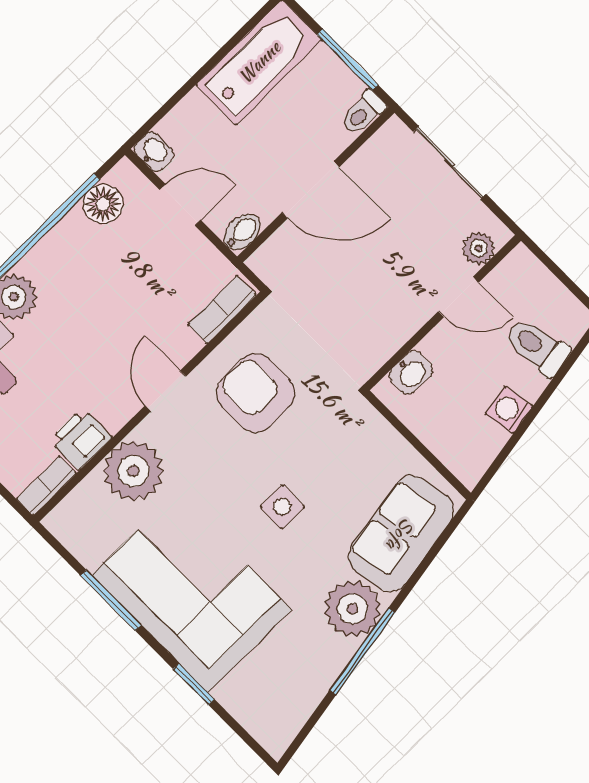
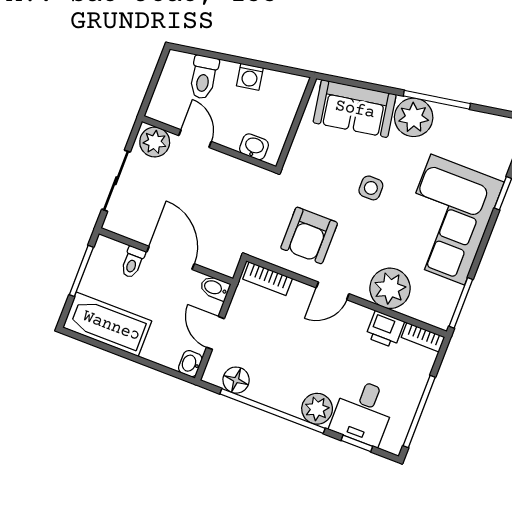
toilet: (363, 113) -> (133, 262), moved, turned 90
plant: (479, 248) -> (155, 142), width x1.38, depth x1.38
window: (111, 600) -> (461, 303), moved

